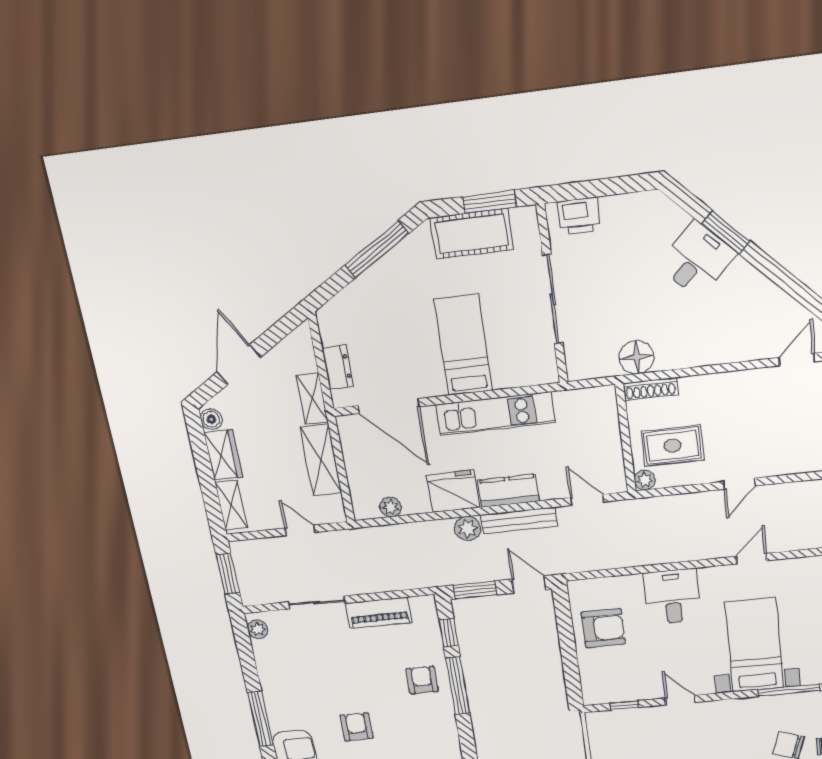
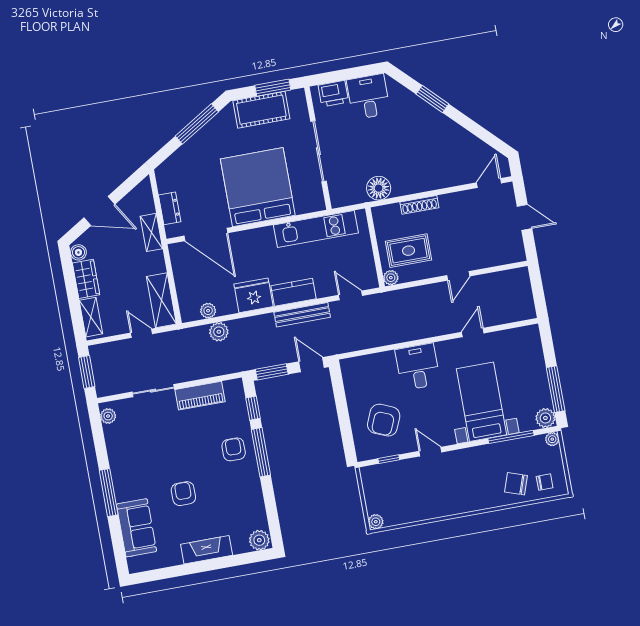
desk: (697, 260) -> (368, 97), moved, turned -45
bed: (463, 345) -> (258, 187), width x2.04
door: (239, 365) -> (99, 211), swing flipped
shoe rack: (651, 389) -> (419, 205), moved
kitchen unit: (495, 414) -> (316, 229), moved
shelving: (321, 460) -> (161, 300), moved
plant: (468, 528) -> (219, 332), moved
armchair: (603, 628) -> (384, 420), moved, turned 113

